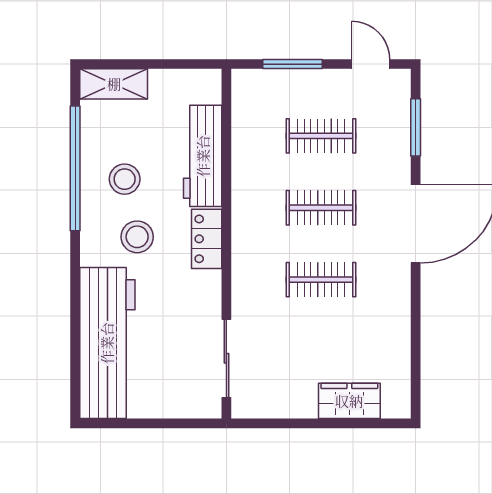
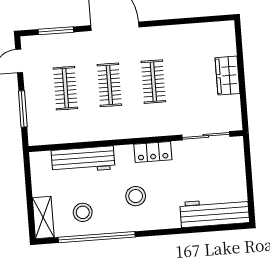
stool: (125, 179) -> (83, 212), moved
locker: (207, 239) -> (153, 152), moved
workbench: (107, 343) -> (215, 213), width x0.73, depth x0.76
wardrobe: (349, 401) -> (227, 76), moved

